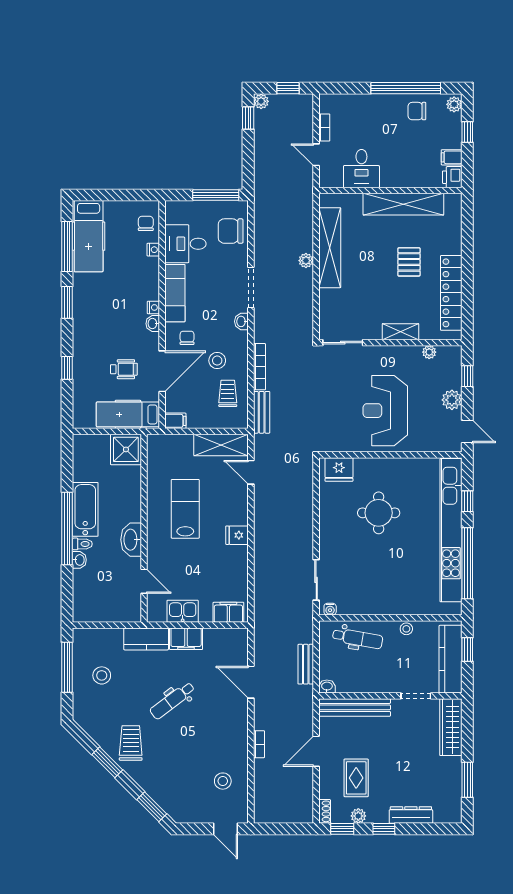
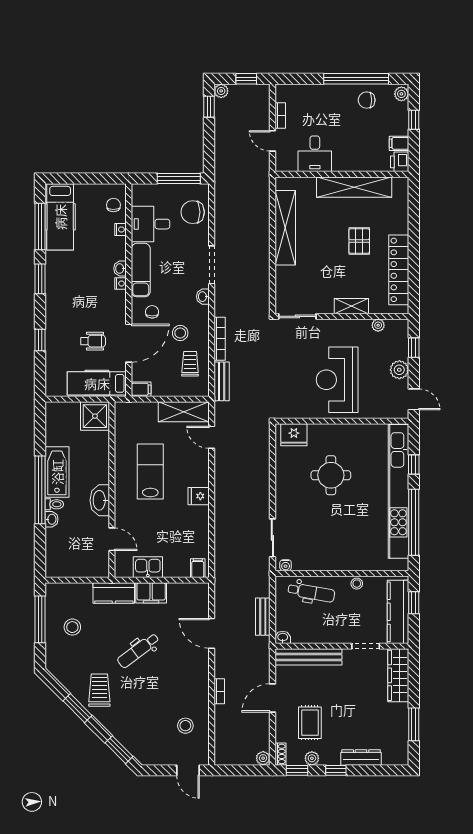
plant: (306, 261) -> (263, 758), moved
washbasin: (153, 324) -> (120, 269), moved
filing cabinet: (228, 612) -> (198, 568), width x0.50

